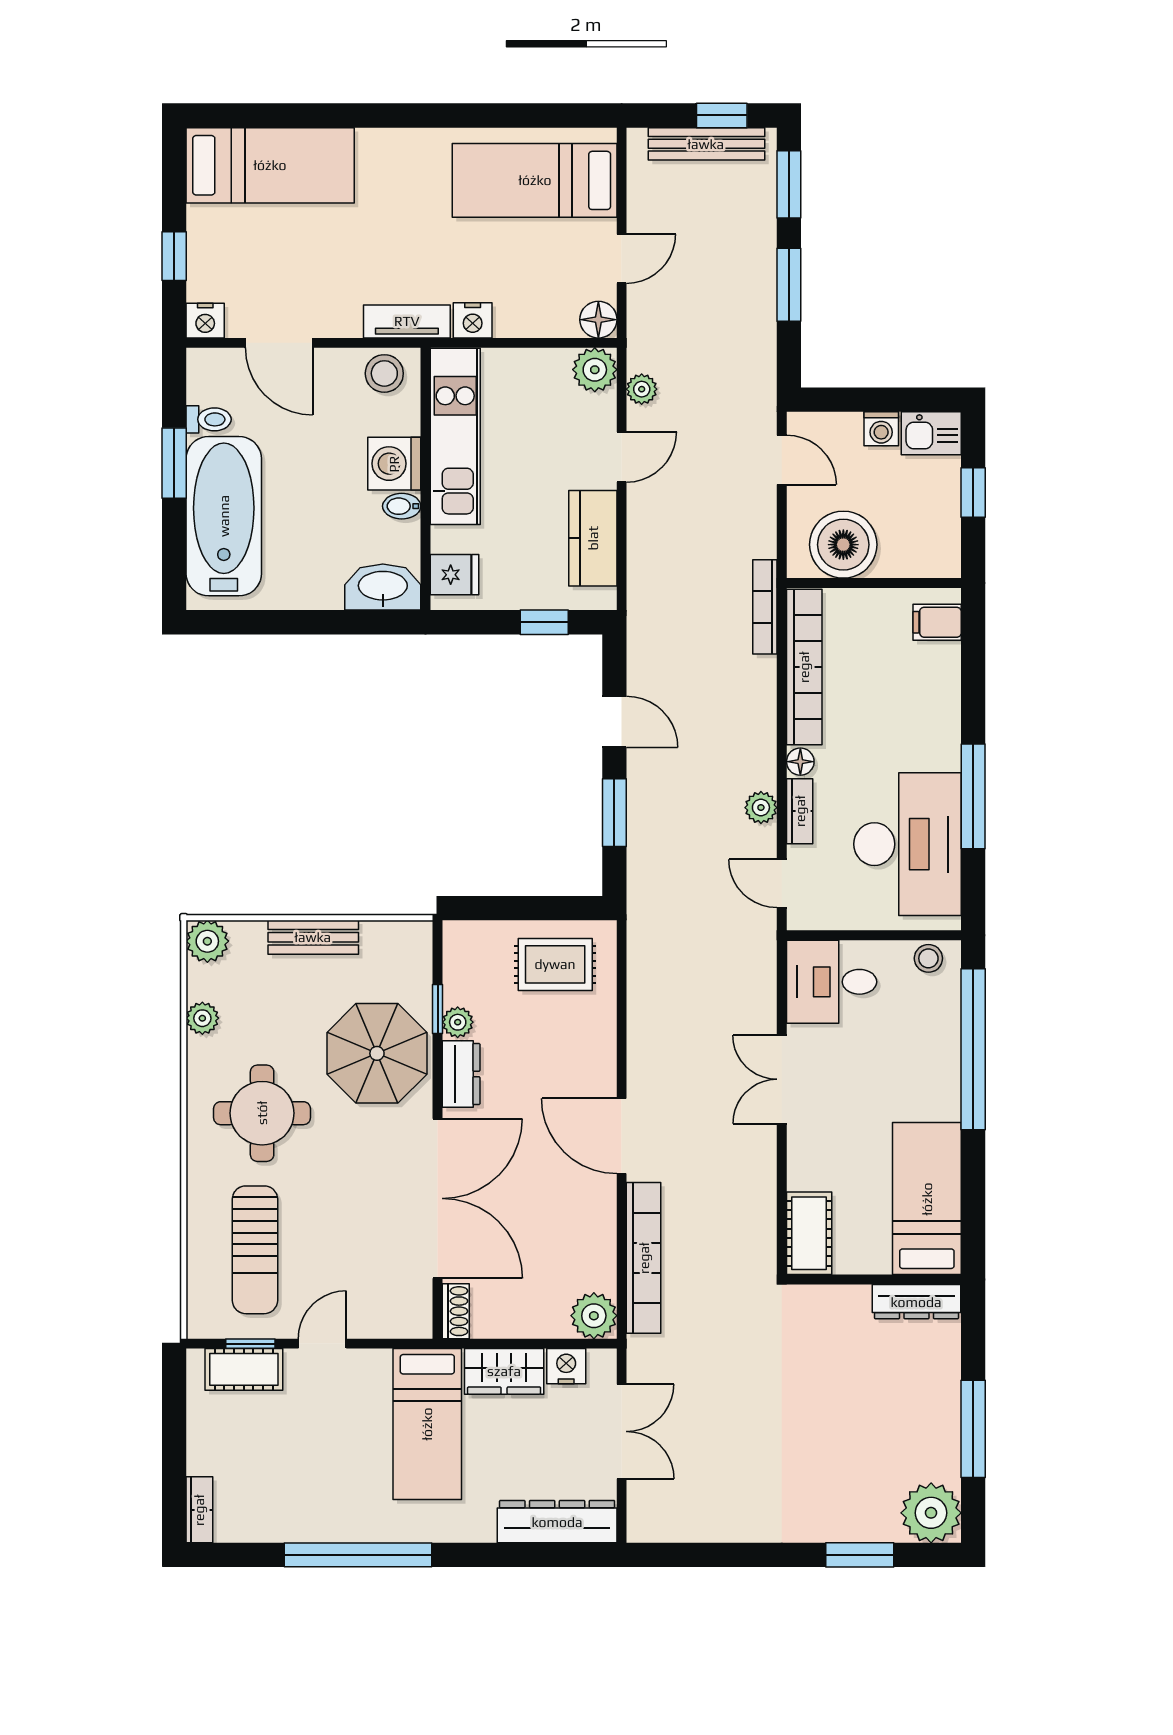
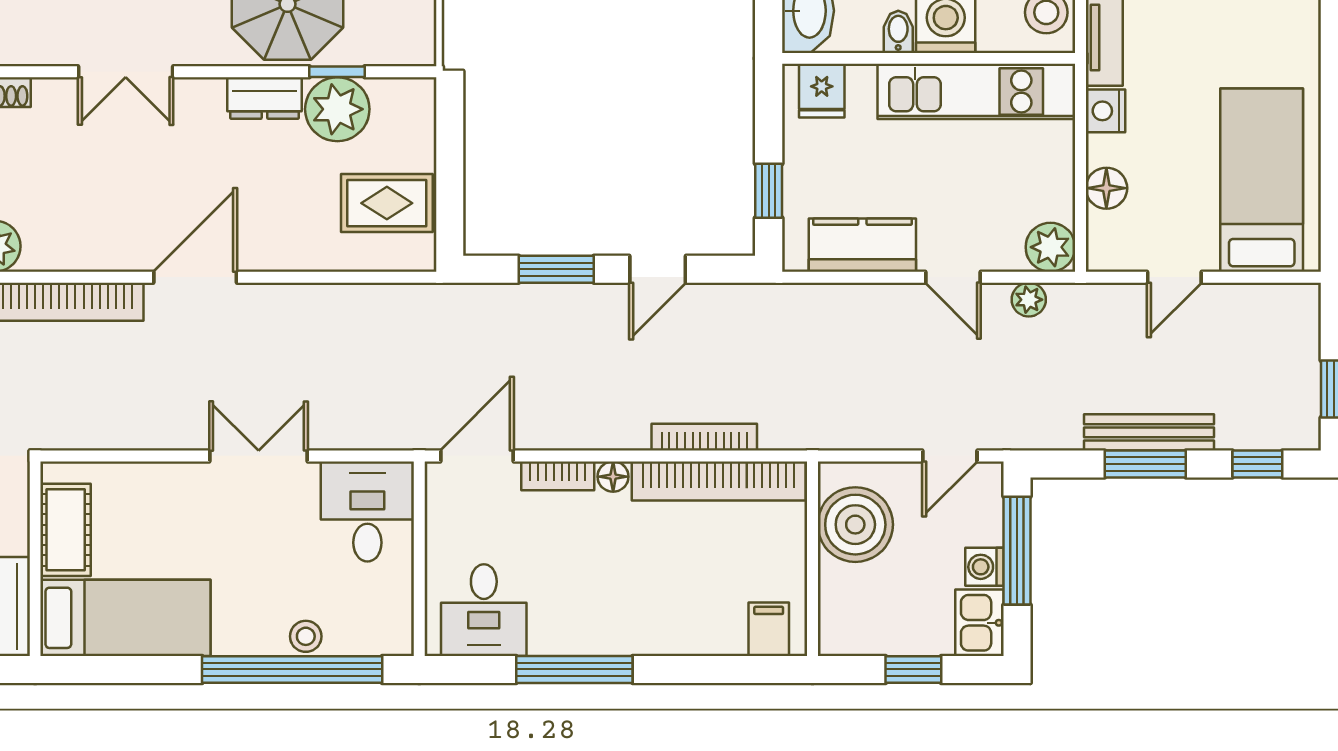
bench: (706, 144) -> (1149, 432), moved, turned 90
window: (789, 184) -> (1257, 464), width x0.67
door: (622, 259) -> (1174, 277), hinge flipped
floor lamp: (598, 320) -> (1106, 188), moved
window: (867, 400) -> (1017, 551), added
bookcase: (765, 607) -> (704, 437), moved
plant: (761, 808) -> (562, 433), removed
desk: (908, 844) -> (484, 610), width x0.53, depth x0.77
door: (782, 884) -> (477, 456), width x1.38
stool: (928, 958) -> (306, 636), moved
rug: (555, 964) -> (387, 203), turned 90
plant: (458, 1022) -> (337, 109), width x1.88, depth x1.88
double door: (438, 1198) -> (126, 72), width x0.54
cot: (809, 1233) -> (66, 530), moved, turned 90

